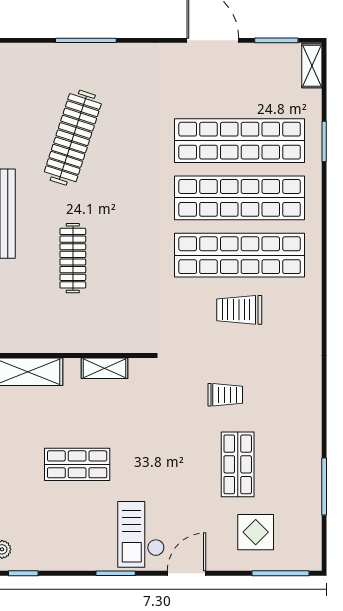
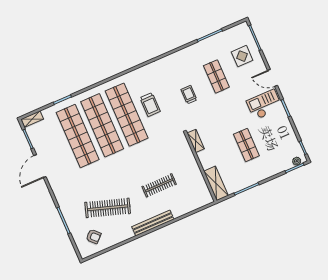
armchair: (28, 86) -> (94, 236), added
shelving: (105, 368) -> (196, 141), moved
shop shelf: (238, 464) -> (216, 76), turned 90
checkout: (141, 534) -> (264, 105), turned 180

